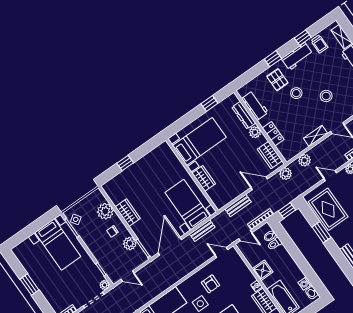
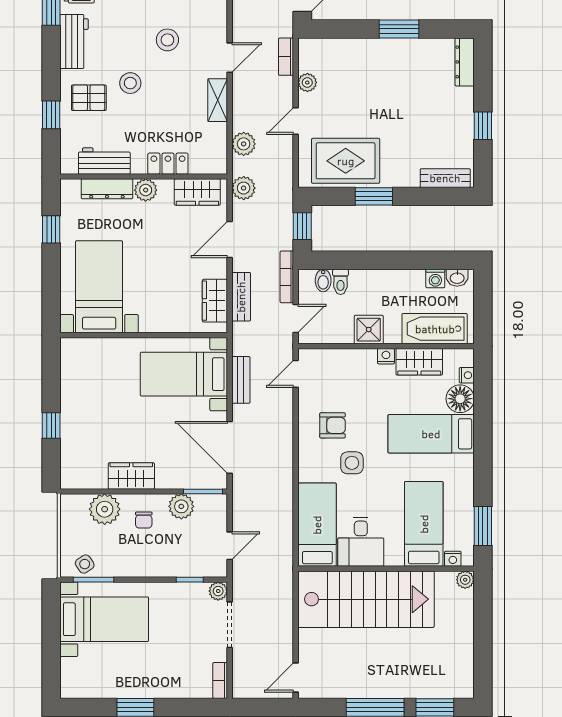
window: (273, 59) -> (51, 115), moved
wardrobe: (204, 178) -> (215, 301), moved, turned -90

